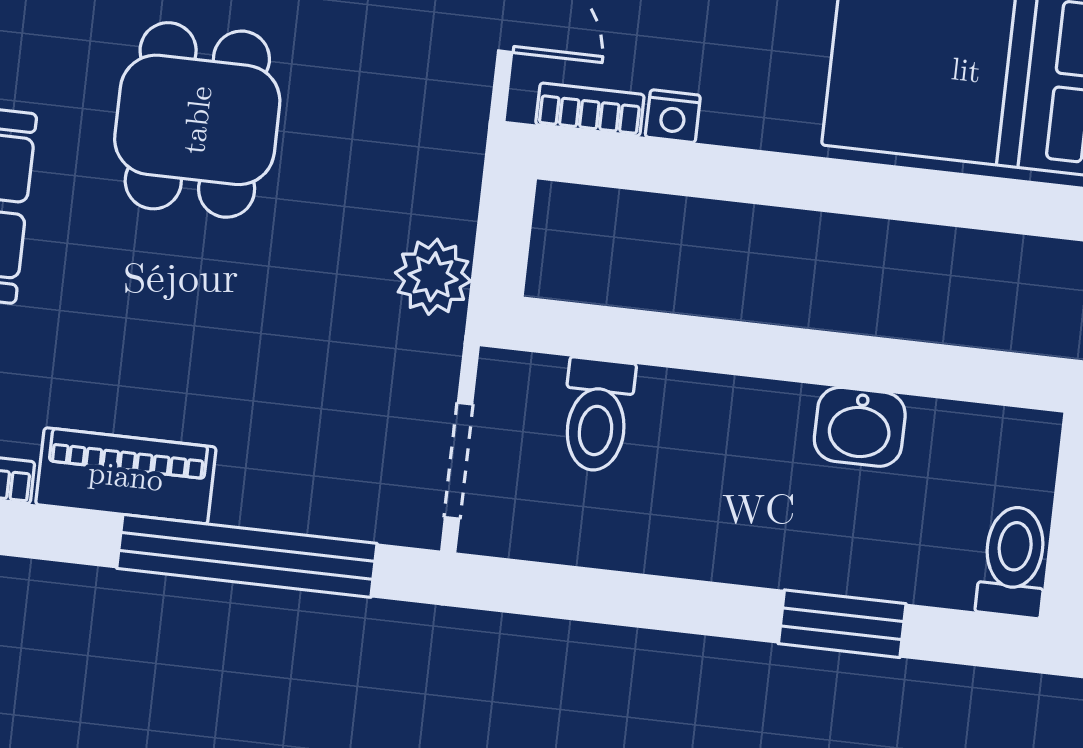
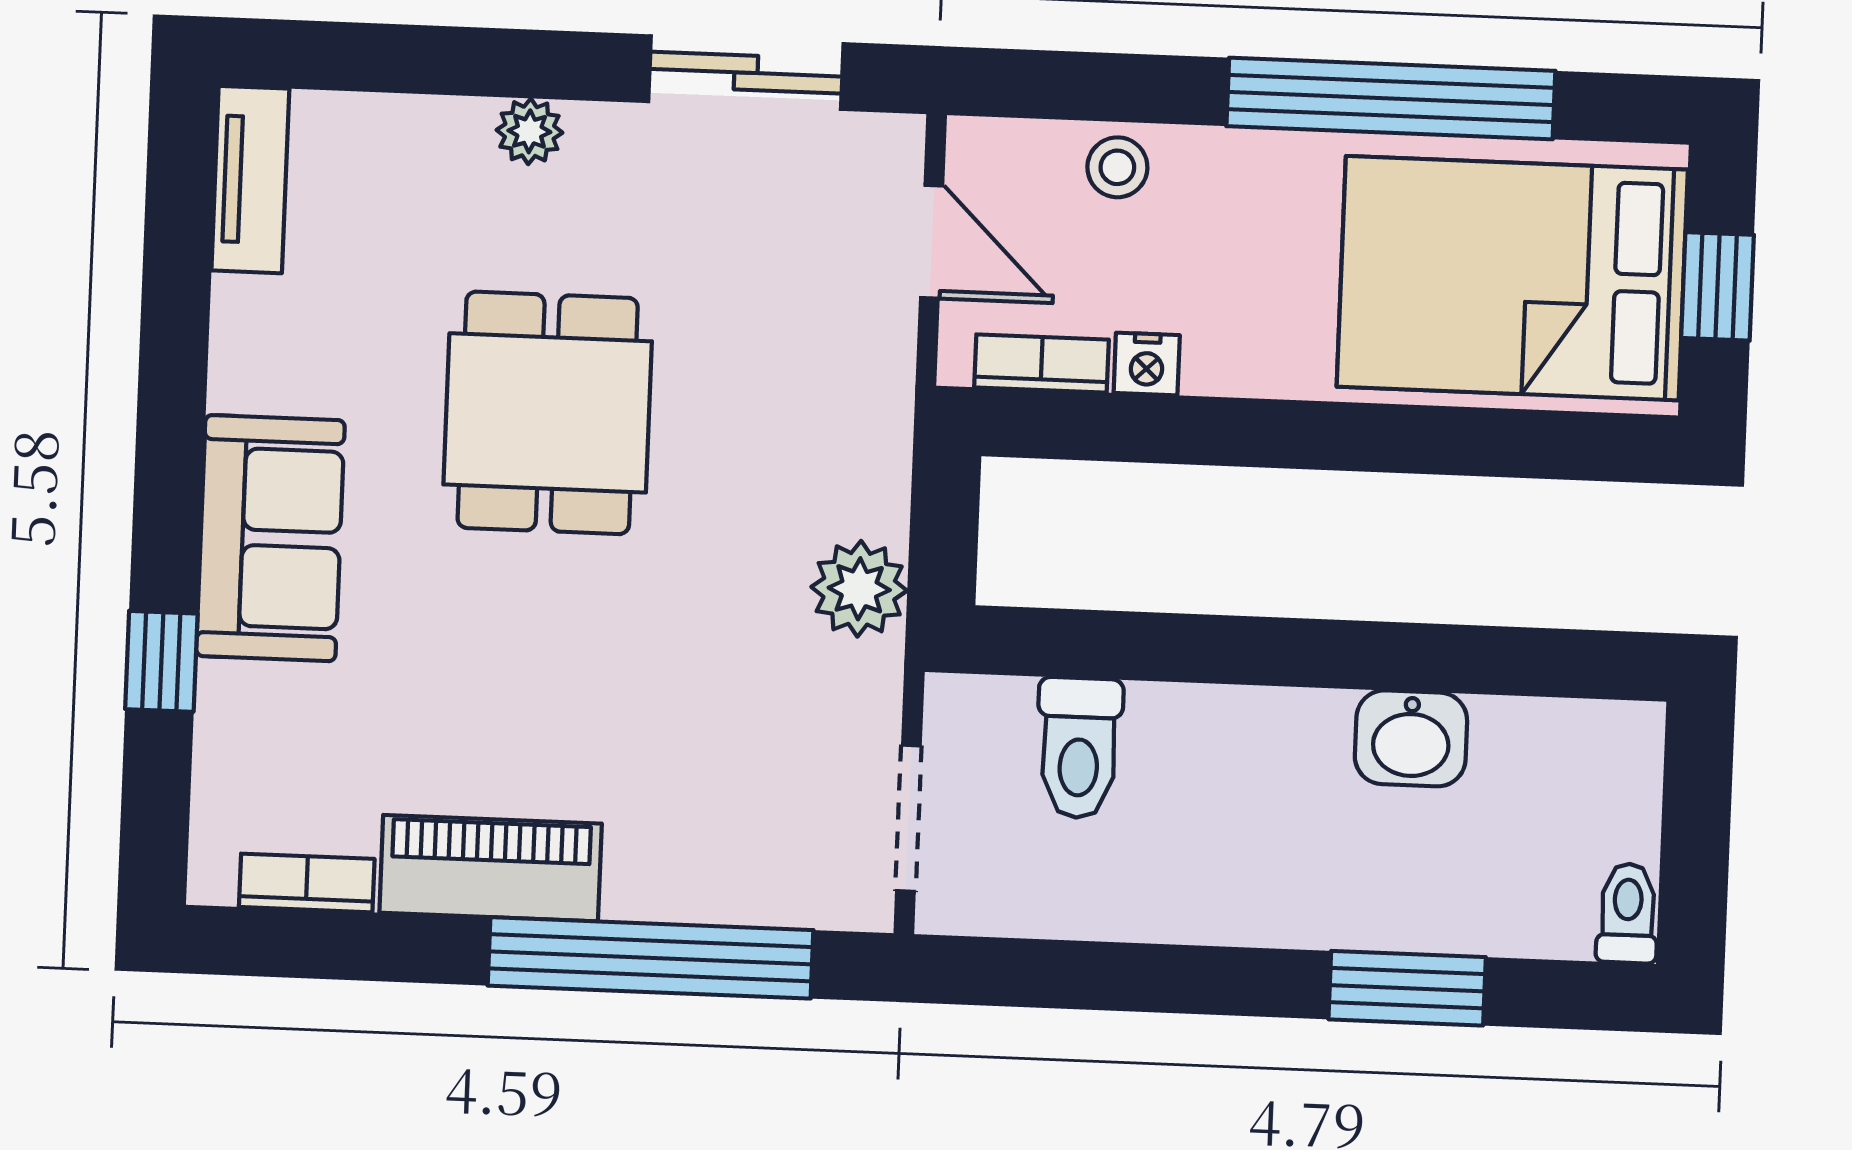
toilet: (1013, 561) -> (1628, 913), width x0.73, depth x0.72

